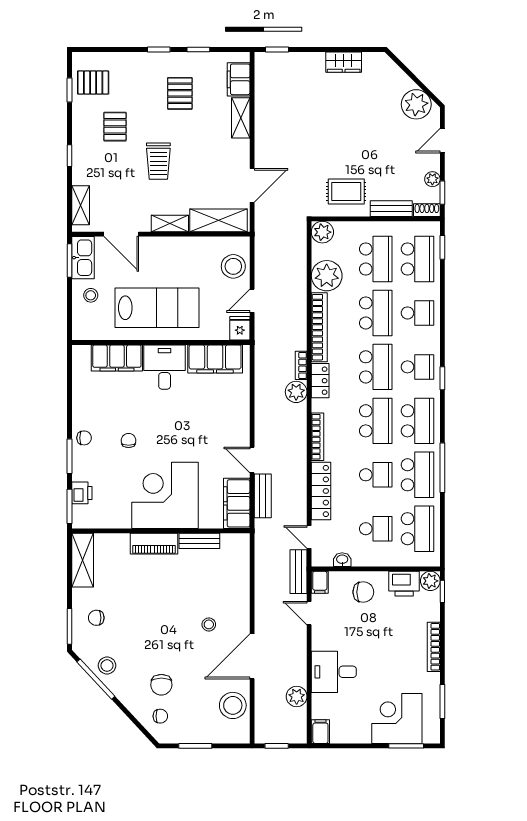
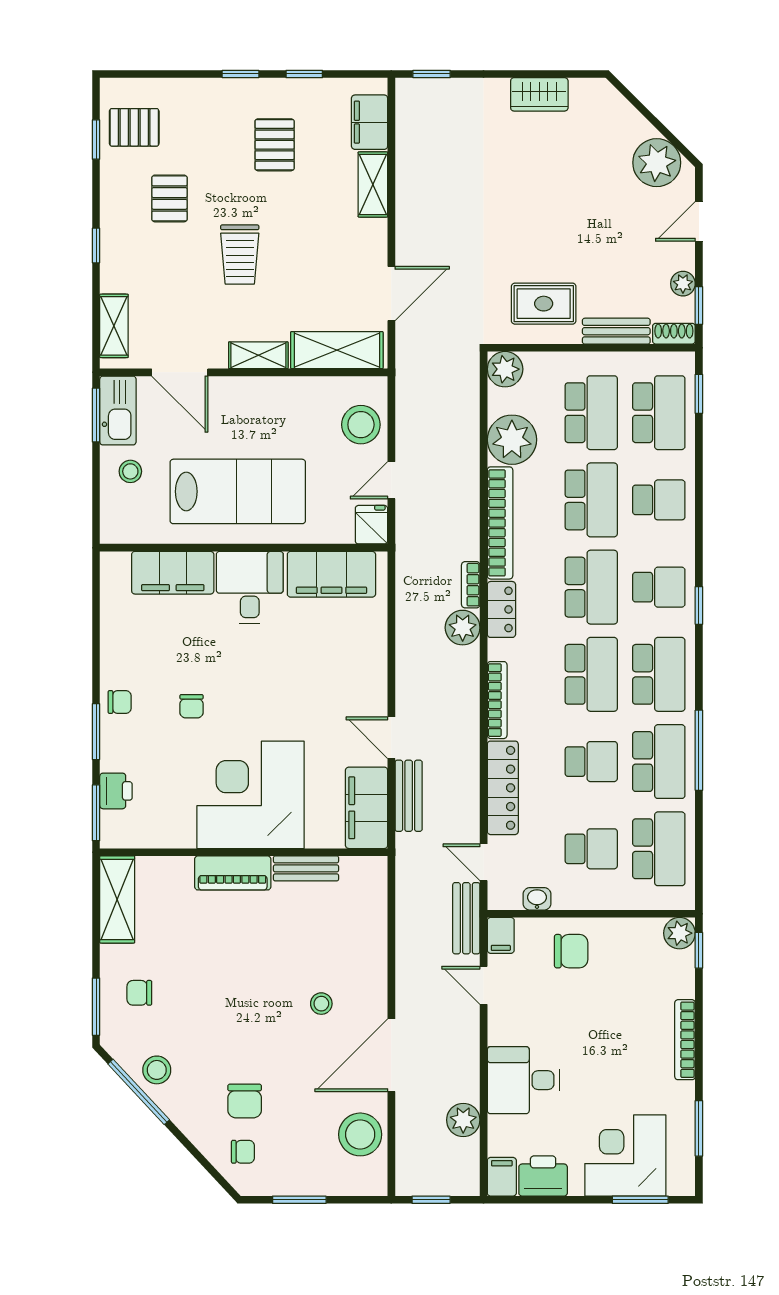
chair: (129, 441) -> (192, 706), turned 180
printer: (404, 584) -> (543, 1176), moved, turned 180

